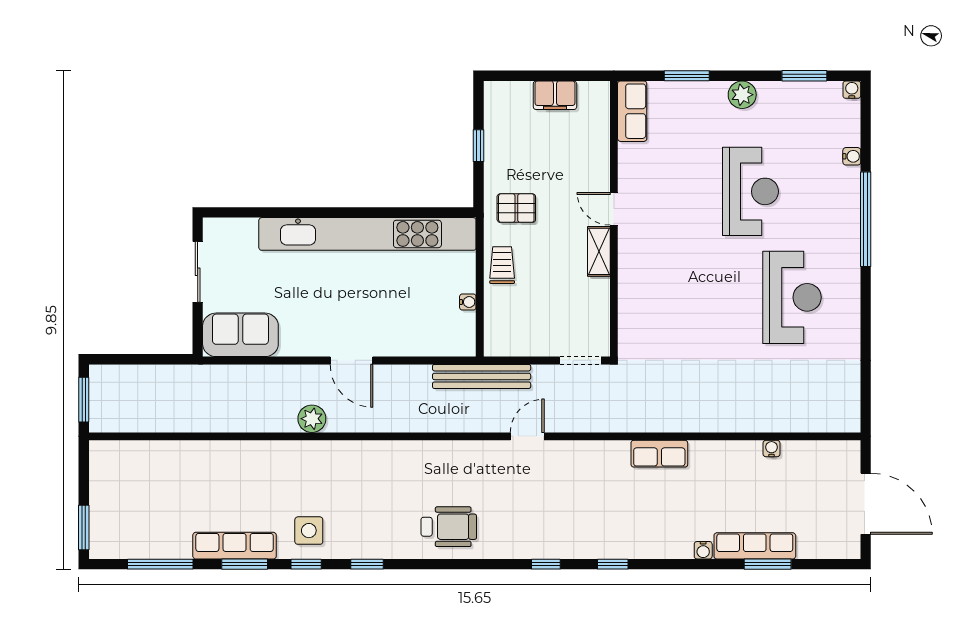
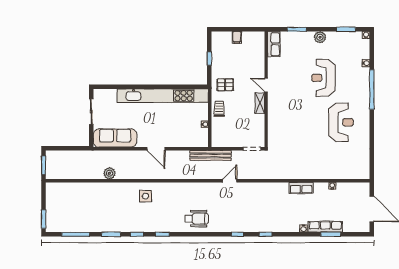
filing cabinet: (555, 95) -> (237, 37), width x0.50
reception desk: (750, 191) -> (323, 78), turned 180
sofa: (240, 335) -> (115, 138), width x1.36
plant: (312, 419) -> (109, 173), moved
row of seats: (659, 454) -> (301, 188), moved
side table: (309, 531) -> (145, 196), moved
row of seats: (235, 546) -> (107, 227), removed

